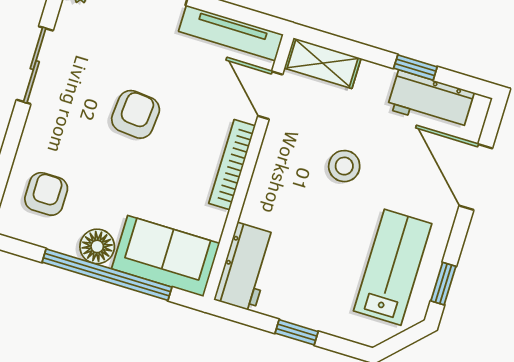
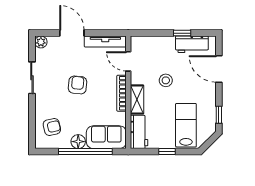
shelving: (323, 63) -> (137, 100), moved, turned 90
armchair: (46, 194) -> (52, 127), turned 77
lab bench: (393, 267) -> (186, 125), moved

